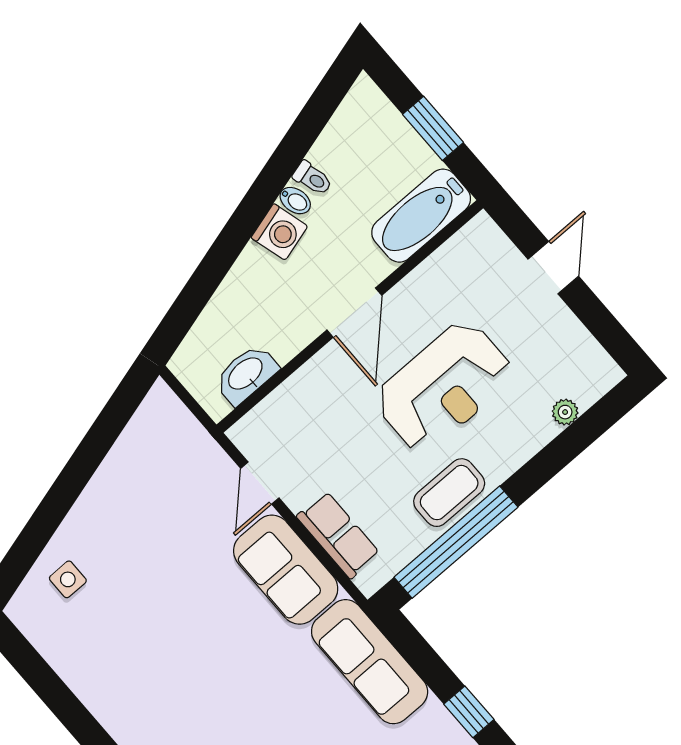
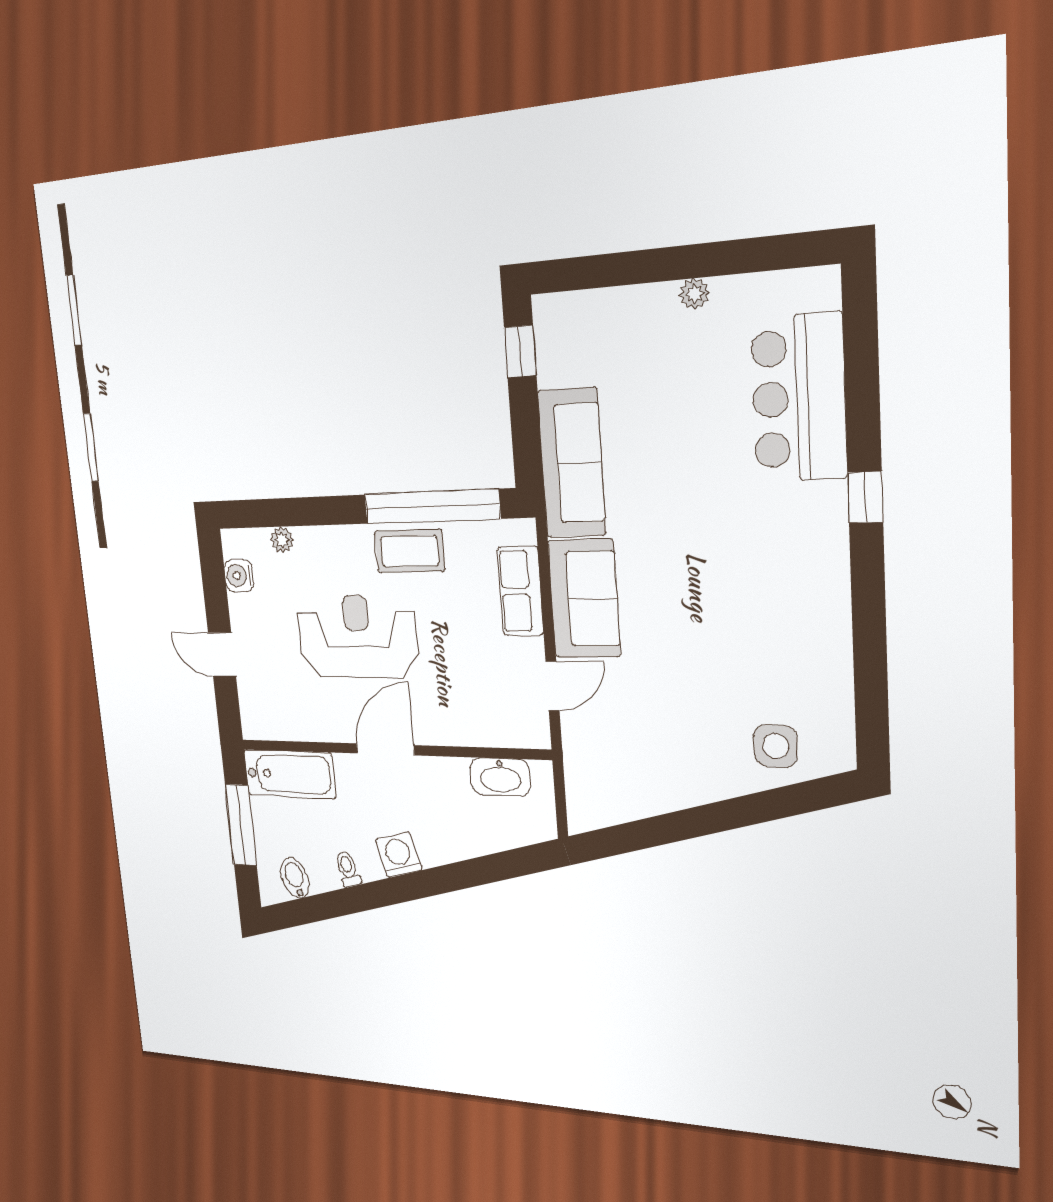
window: (433, 128) -> (241, 825), width x1.44
bidet: (295, 201) -> (295, 878), moved, width x1.38, depth x1.36
door: (553, 268) -> (222, 654), hinge flipped
water cooler: (584, 350) -> (239, 576), added
side table: (68, 579) -> (776, 746), width x1.37, depth x1.37

